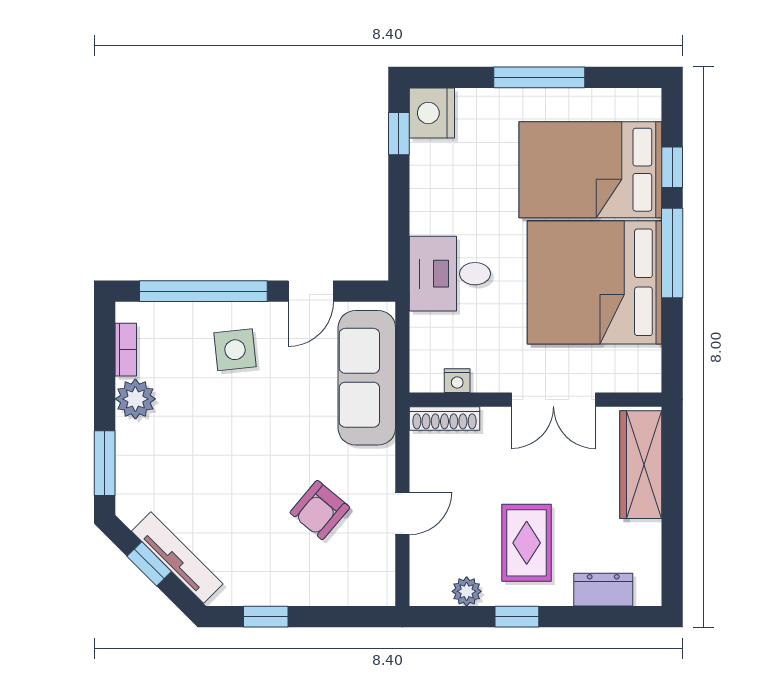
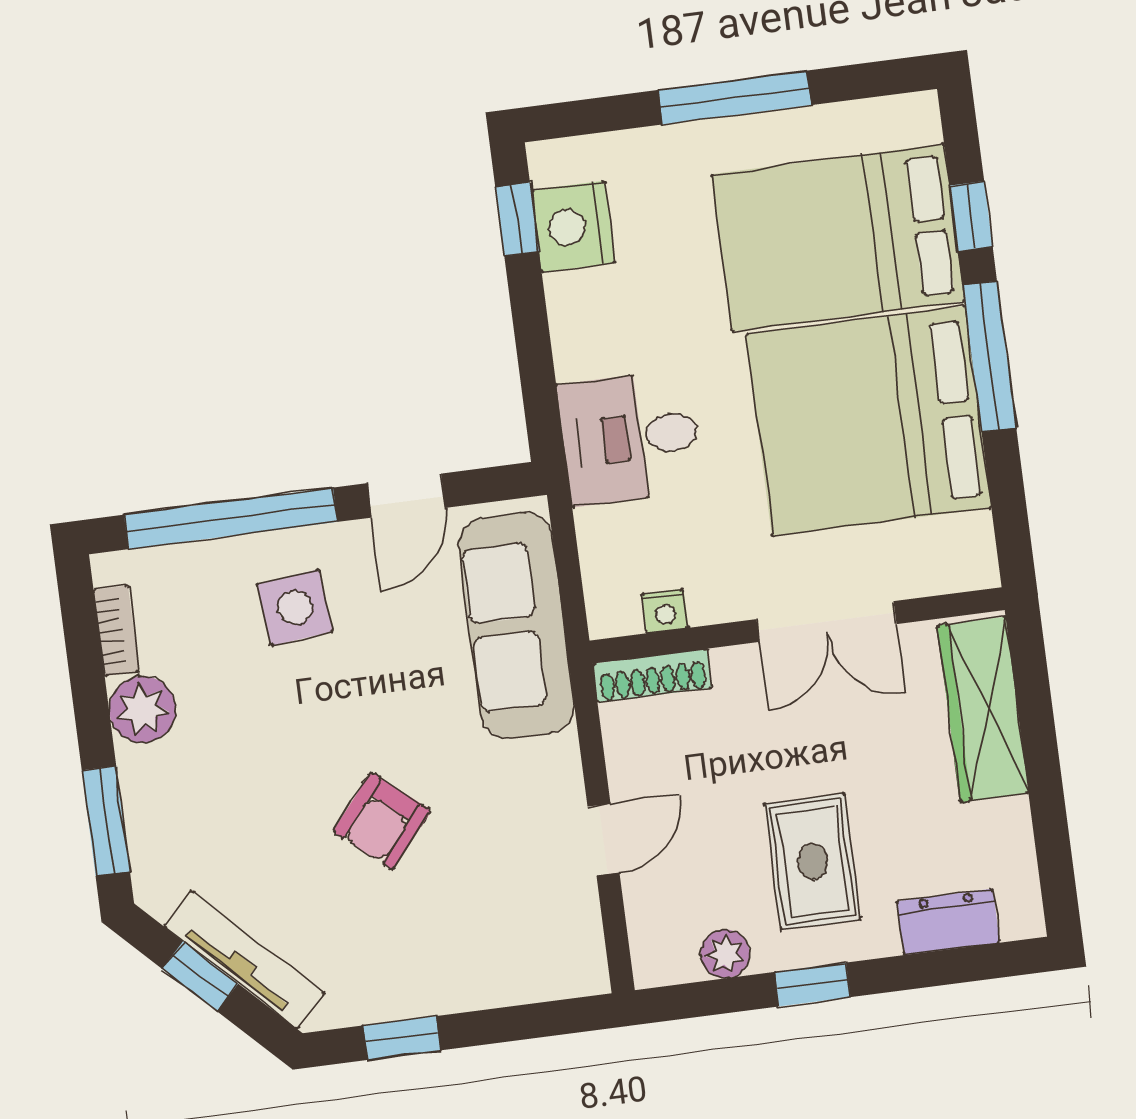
nightstand: (432, 113) -> (573, 227), moved
armchair: (320, 510) -> (382, 821), moved

